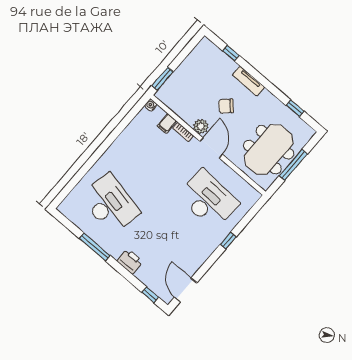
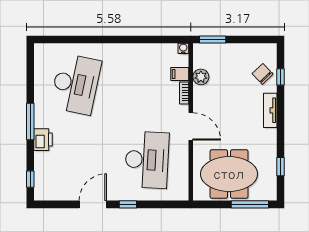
chair: (226, 106) -> (263, 74), moved
plant: (201, 126) -> (201, 77), moved
door: (211, 148) -> (191, 126), hinge flipped
window: (293, 165) -> (250, 204), moved
window: (95, 247) -> (30, 122), moved
door: (186, 290) -> (93, 204), moved

